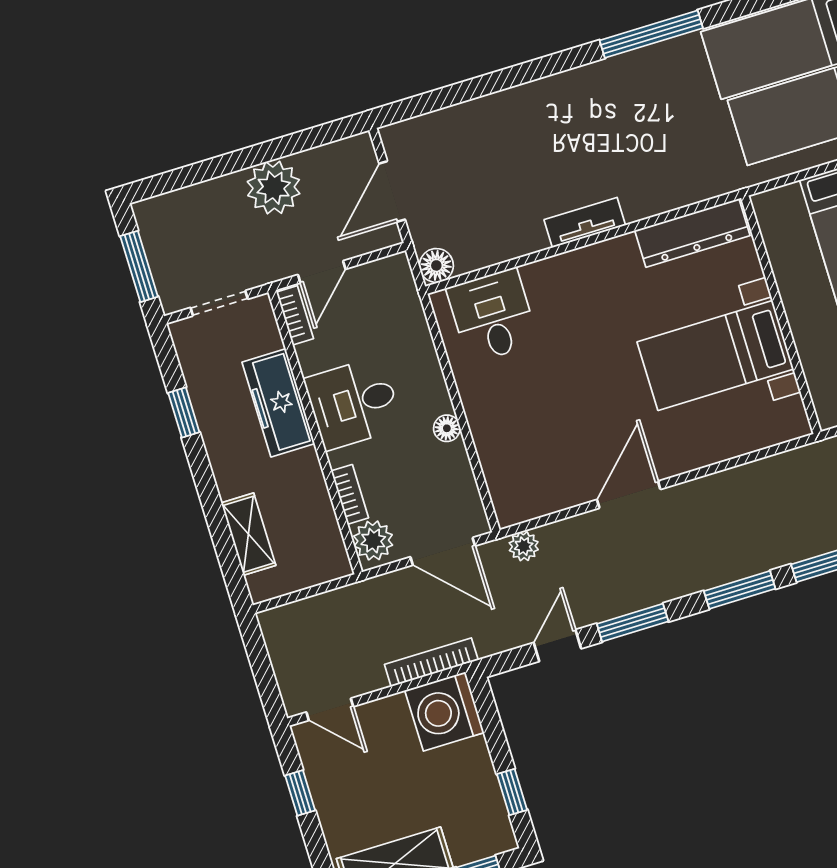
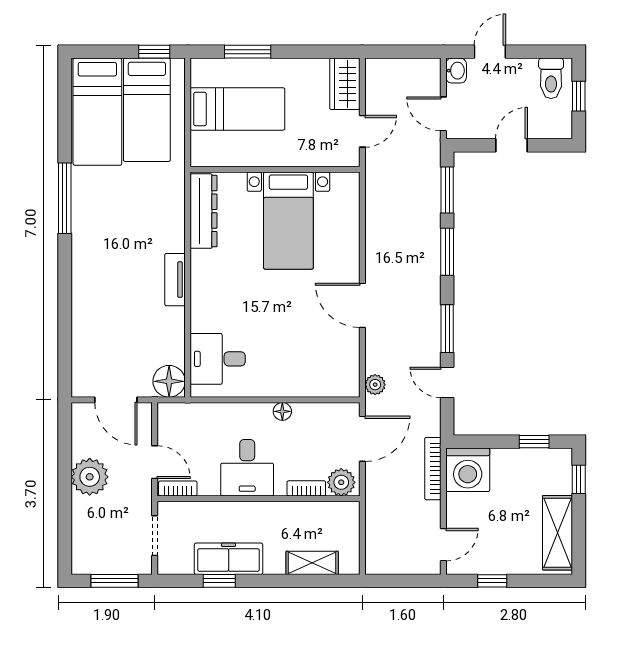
floor lamp: (436, 265) -> (169, 381), width x1.38, depth x1.38
freezer: (278, 403) -> (229, 559), moved, turned 180

